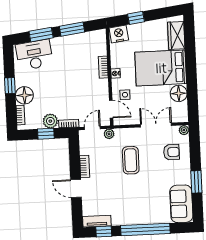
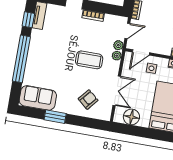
floor lamp: (179, 93) -> (131, 117), moved
door: (92, 128) -> (127, 31), hinge flipped
plant: (184, 130) -> (117, 56), moved
armchair: (171, 152) -> (88, 100), turned -140

